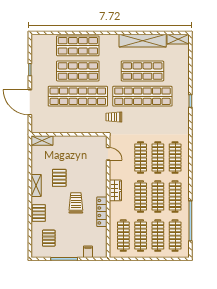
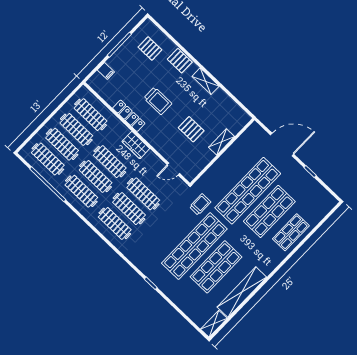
shop shelf: (78, 46) -> (291, 232), width x0.70, depth x0.74
shelving: (42, 140) -> (221, 142), moved
pallet: (59, 178) -> (191, 129), moved

